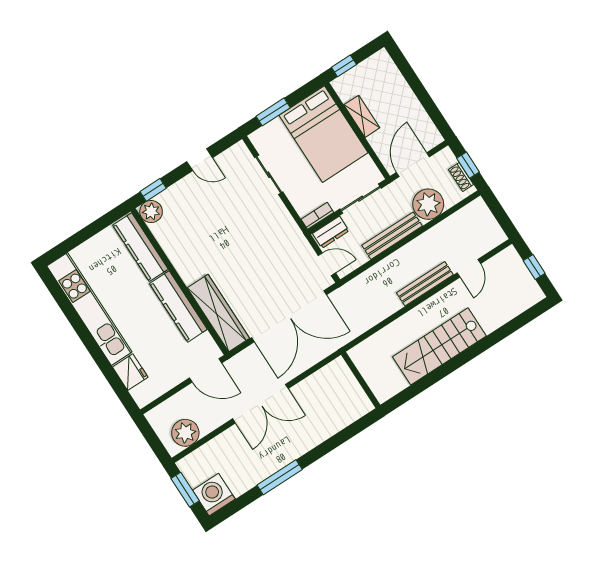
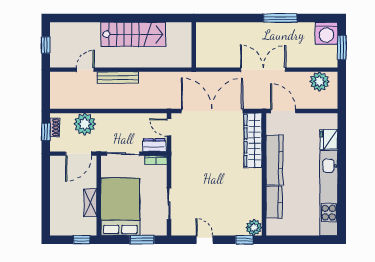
bench: (392, 236) -> (119, 119), removed
kitchen counter: (140, 247) -> (274, 202), width x0.67

